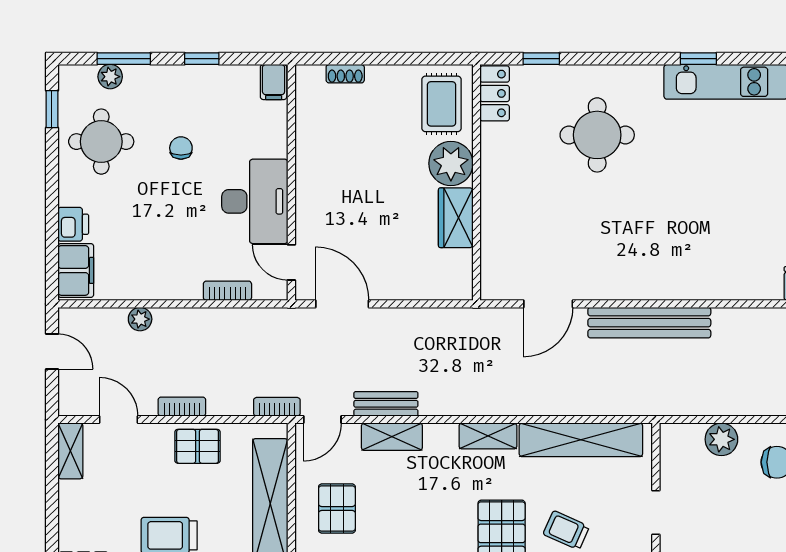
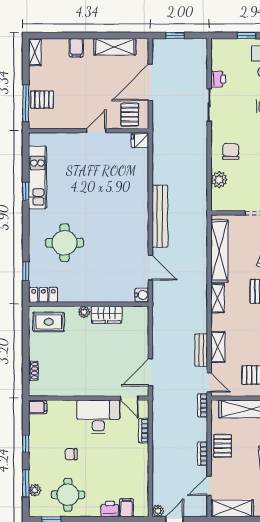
plant: (451, 163) -> (84, 312), width x0.53, depth x0.53
door: (291, 262) -> (129, 398), hinge flipped
filing cabinet: (76, 270) -> (126, 508), width x0.50
water cooler: (495, 287) -> (142, 295), added
plant: (140, 319) -> (158, 511), moved
shelving: (70, 451) -> (232, 508), width x1.50, depth x1.33

